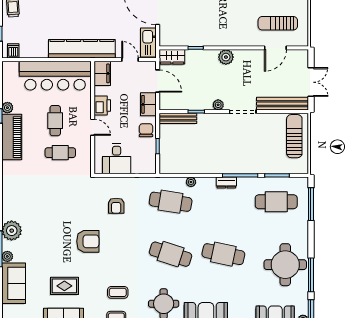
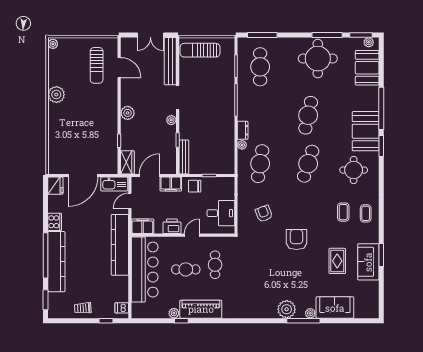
double door: (311, 82) -> (150, 35), swing flipped
dresser: (226, 183) -> (243, 130), moved
armchair: (116, 206) -> (264, 214), turned -111

